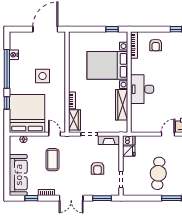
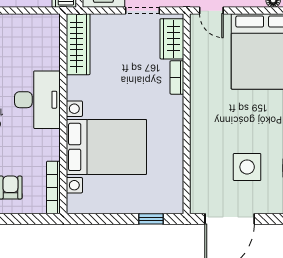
window: (112, 29) -> (151, 219), moved
side table: (43, 76) -> (247, 167), moved
wardrobe: (122, 105) -> (78, 44), moved

